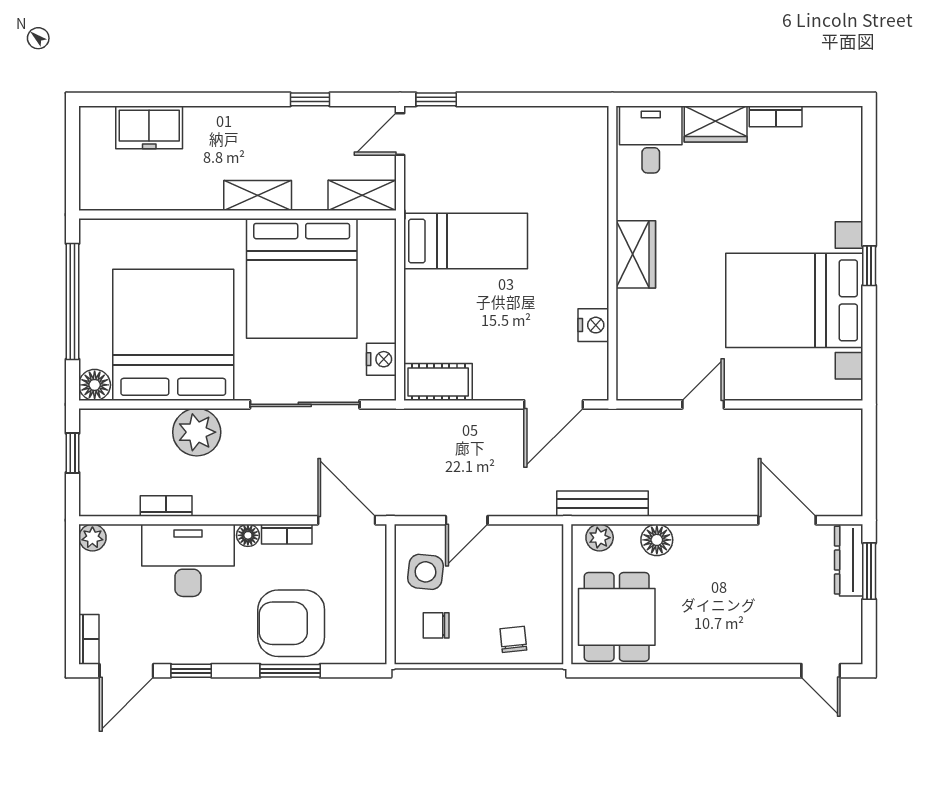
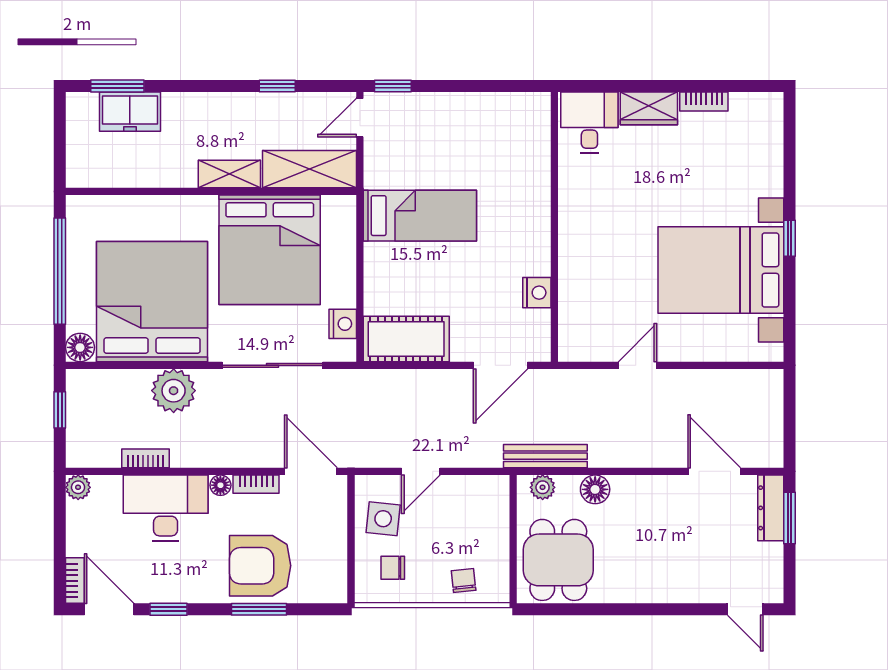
window: (135, 99) -> (117, 86), added
shelving: (362, 195) -> (309, 169), width x1.50, depth x1.33
wardrobe: (636, 254) -> (576, 228), removed
cot: (438, 382) -> (406, 339), width x1.37, depth x1.34
door: (126, 671) -> (109, 609), swing flipped

